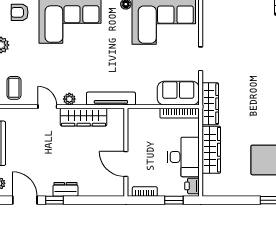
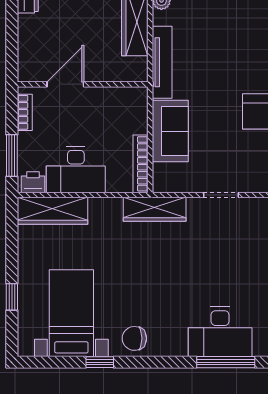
sofa: (178, 93) -> (170, 131), moved
wardrobe: (211, 150) -> (53, 211), moved
window: (174, 200) -> (12, 156), width x1.50

